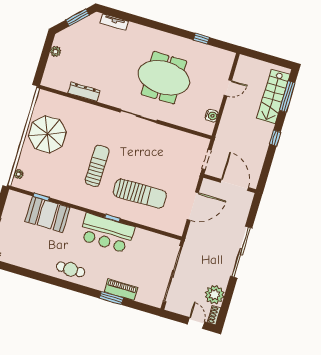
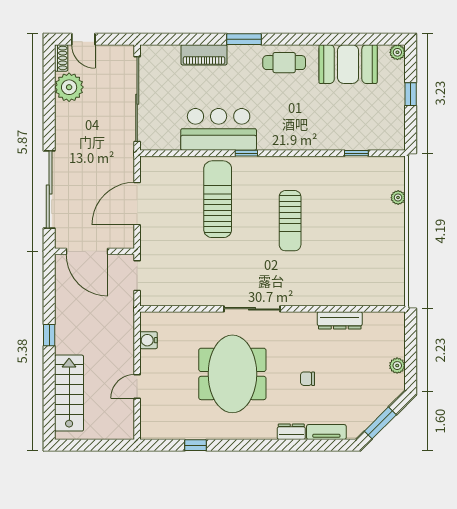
dresser: (137, 29) -> (291, 432), added
chair: (116, 60) -> (308, 379), added
meeting table: (164, 78) -> (232, 374), turned 90
window: (287, 97) -> (49, 399), removed
parasol: (47, 134) -> (374, 245), removed
plant: (19, 174) -> (398, 198), moved
sun lounger: (140, 194) -> (218, 199), turned 91
booth: (48, 214) -> (348, 64), moved
bar counter: (107, 233) -> (219, 129), moved
sliding door: (241, 252) -> (49, 190), moved
window: (111, 298) -> (244, 39), moved

